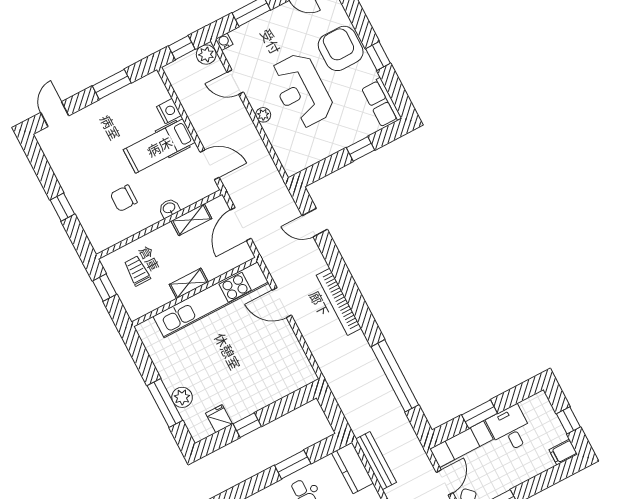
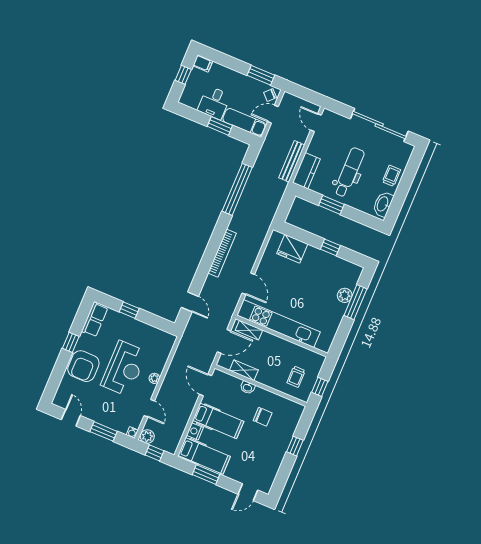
hospital bed: (134, 99) -> (204, 456), added
shelving: (189, 283) -> (249, 330), moved
fridge: (219, 419) -> (292, 249), moved, width x1.88, depth x1.34

